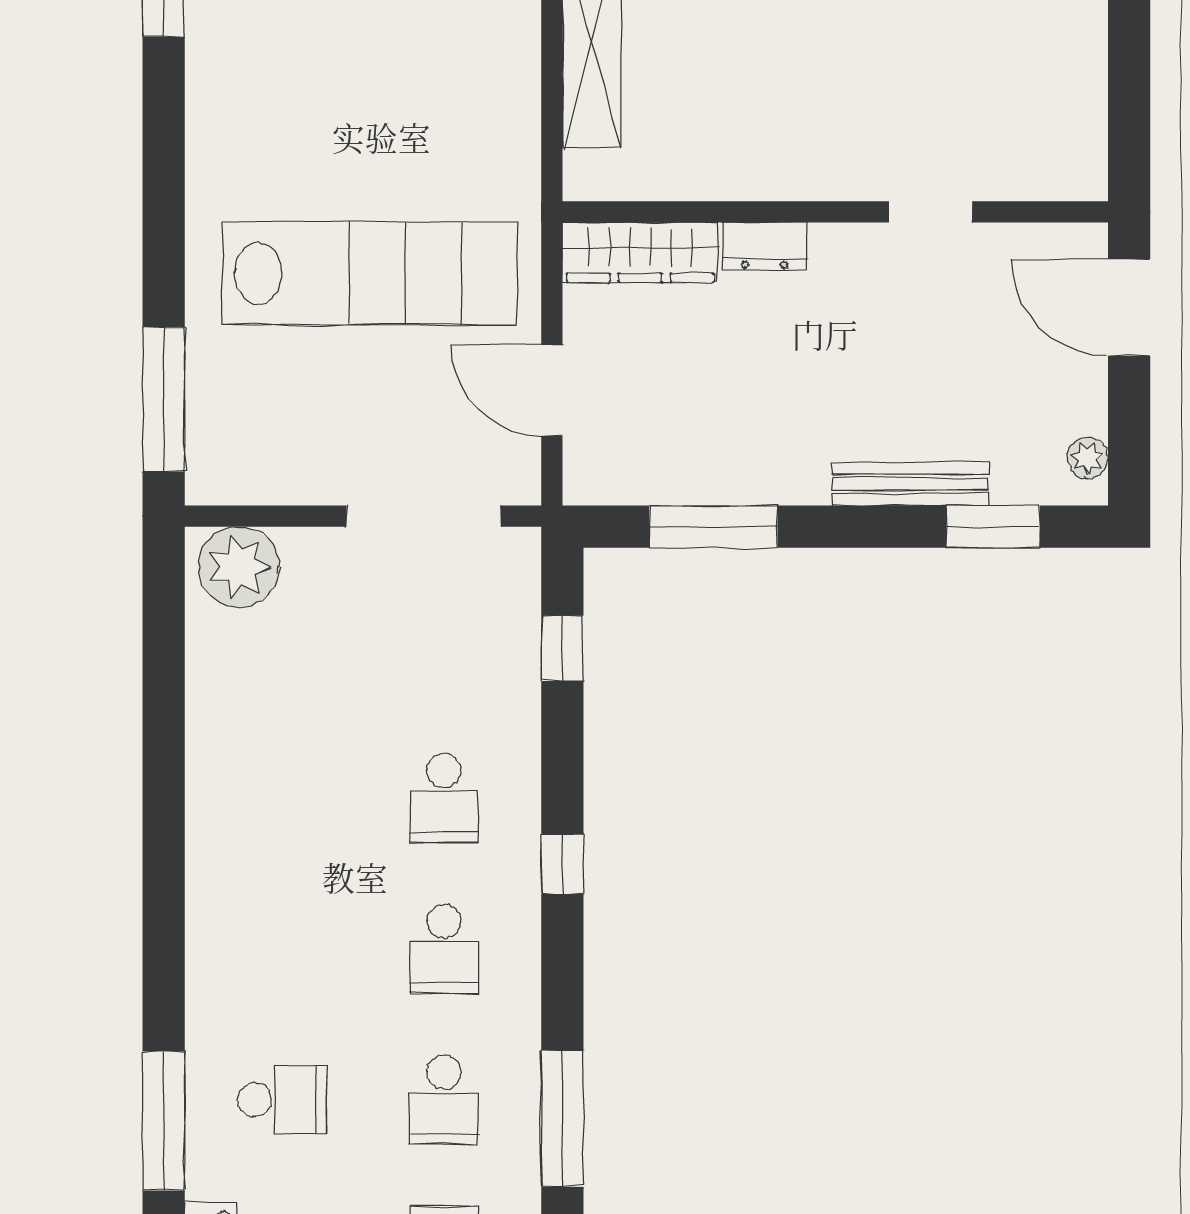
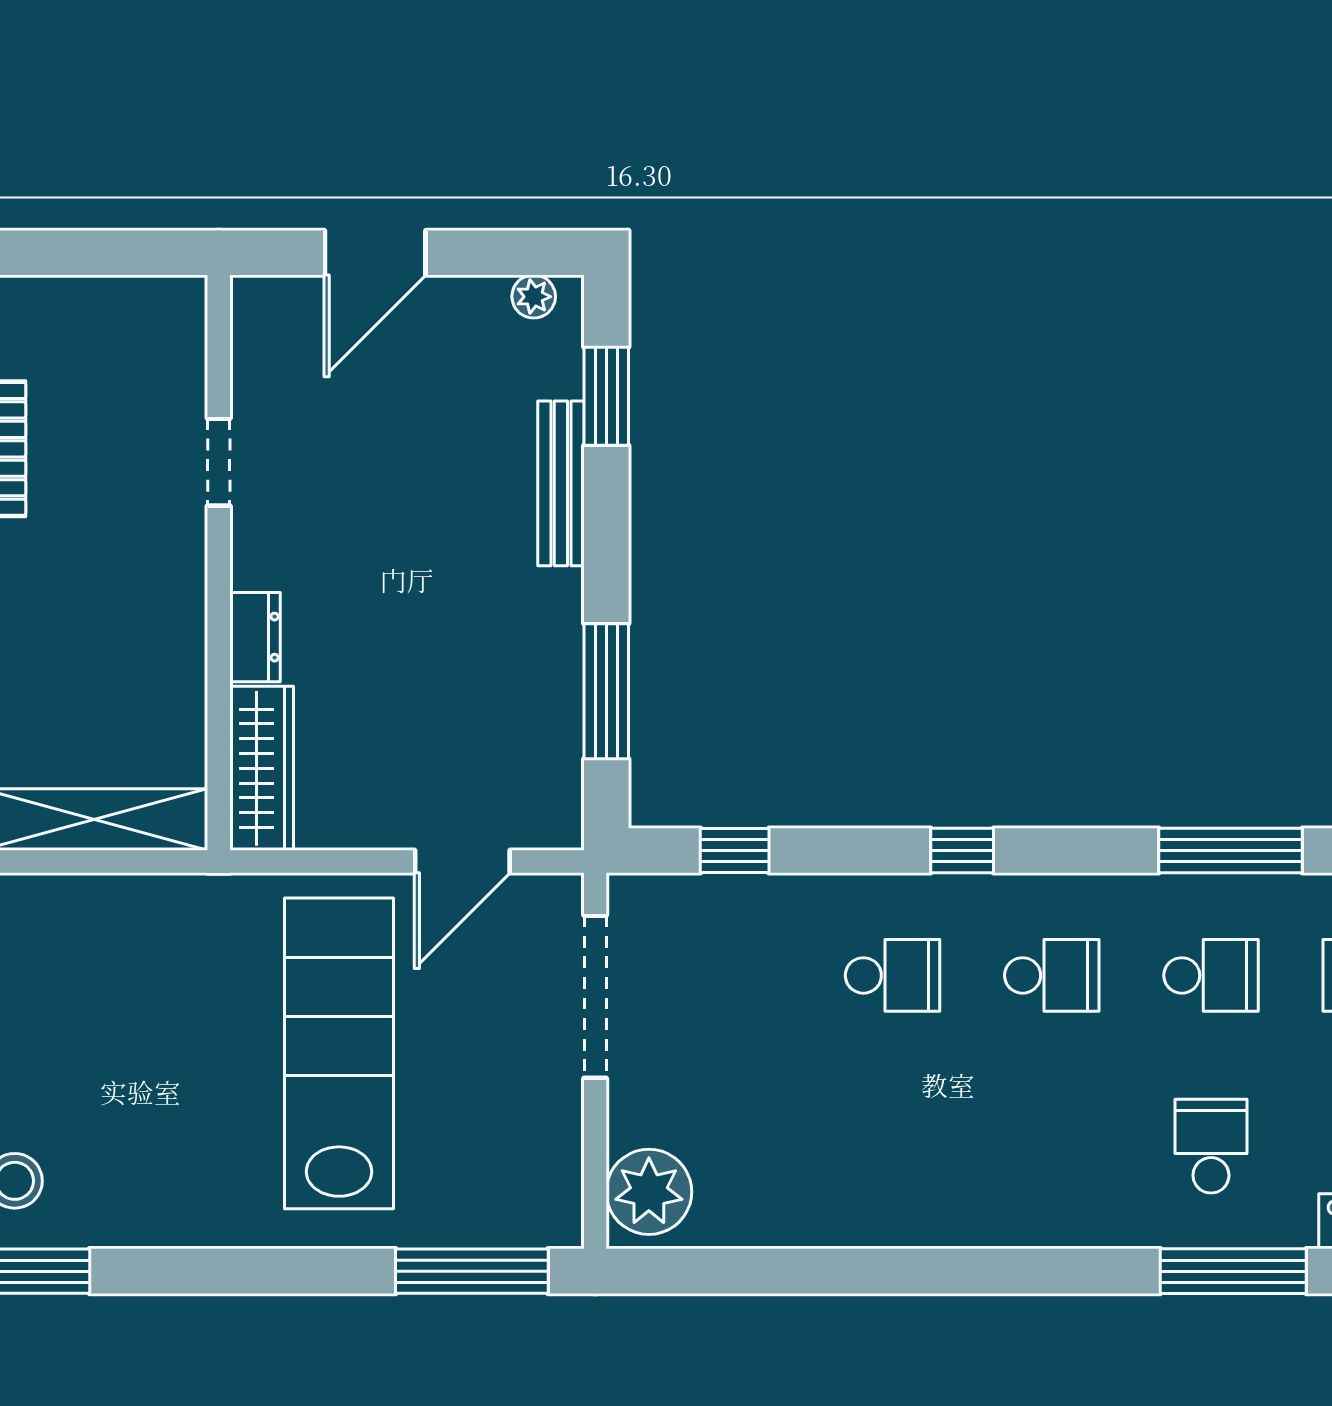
wall: (835, 212) -> (219, 563), moved
doorway: (931, 212) -> (219, 462), moved
dresser: (765, 246) -> (255, 637), moved
wardrobe: (640, 252) -> (262, 768), moved

